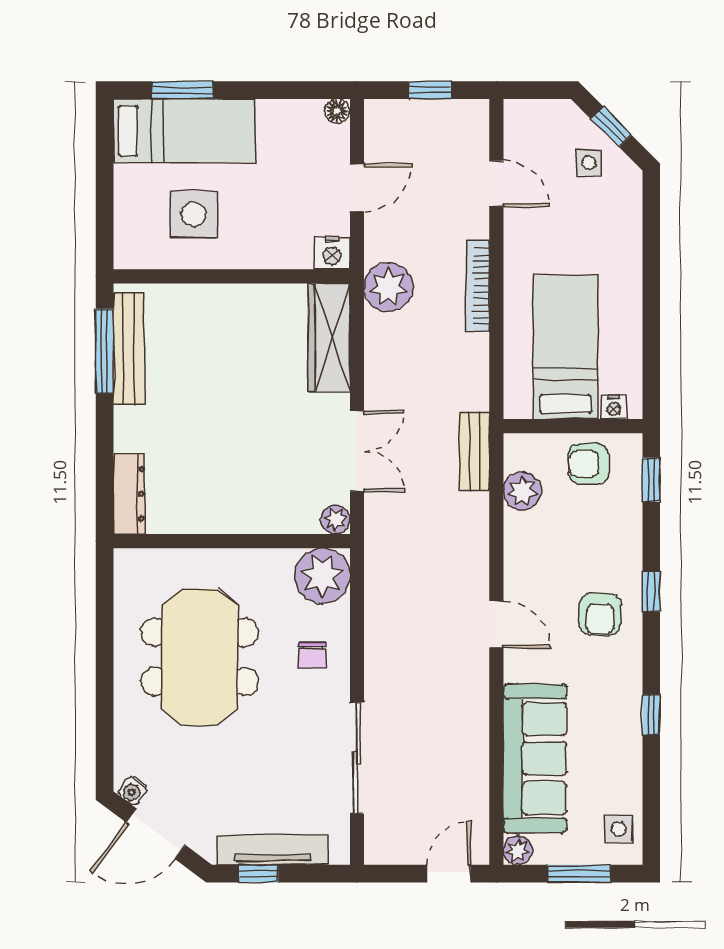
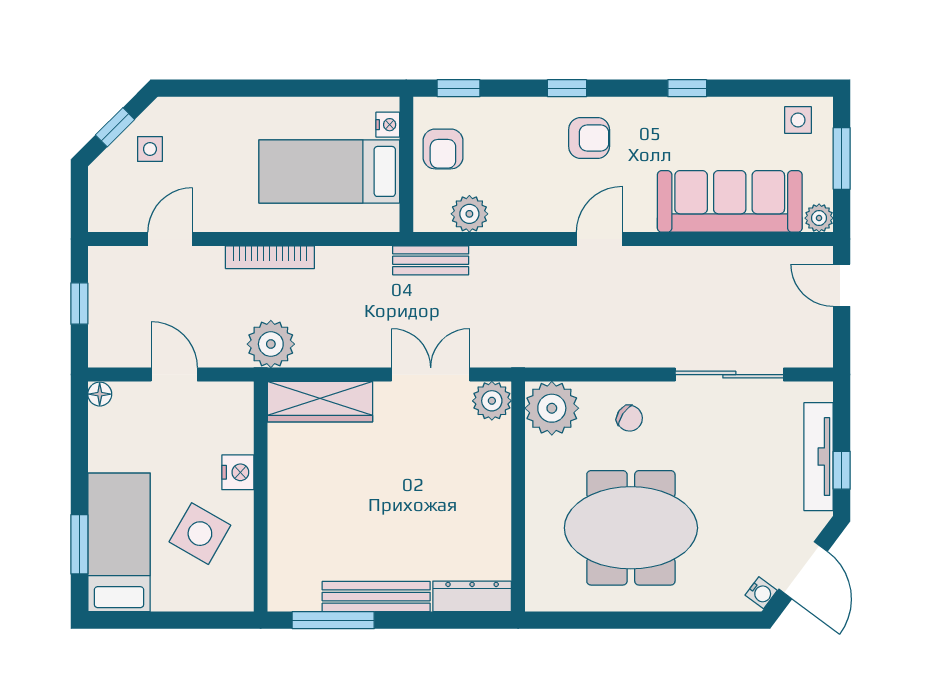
side table: (194, 214) -> (200, 534), turned 30
nightstand: (332, 253) -> (238, 472), moved
bench: (129, 349) -> (376, 597), moved
plant: (336, 520) -> (492, 401), width x1.38, depth x1.38
chair: (312, 656) -> (630, 418), turned 34

